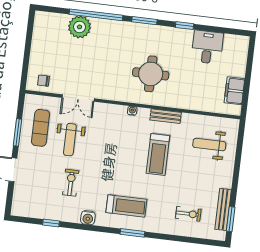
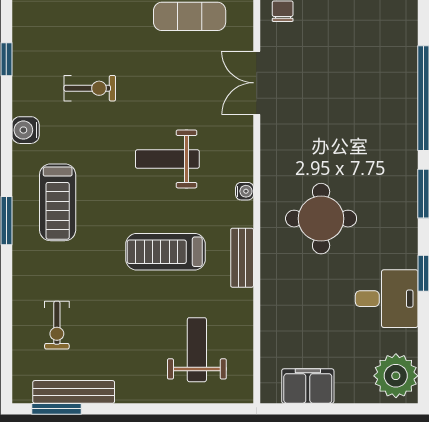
plant: (80, 27) -> (396, 376), moved
desk: (207, 47) -> (387, 299), moved
weight bench: (70, 140) -> (167, 159), moved

